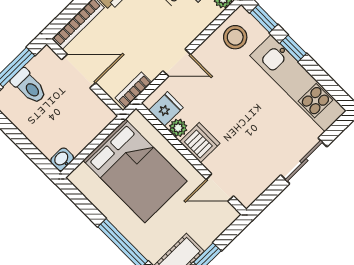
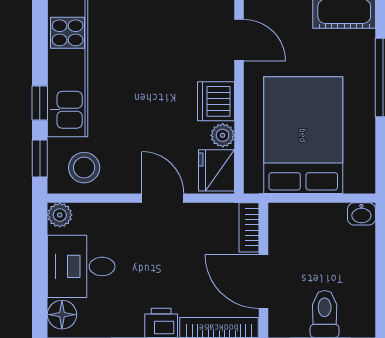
bookcase: (133, 90) -> (249, 227), moved, turned 90
fridge: (166, 109) -> (217, 170), width x1.38

